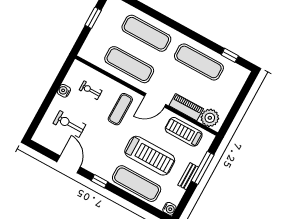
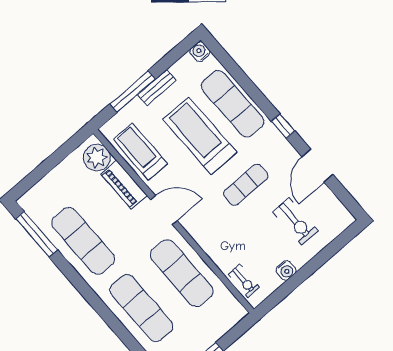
window: (230, 55) -> (37, 234), width x2.17
exercise bike: (91, 90) -> (244, 281), moved
exercise mat: (120, 109) -> (246, 185), moved
treadmill: (184, 132) -> (140, 152), turned 180

